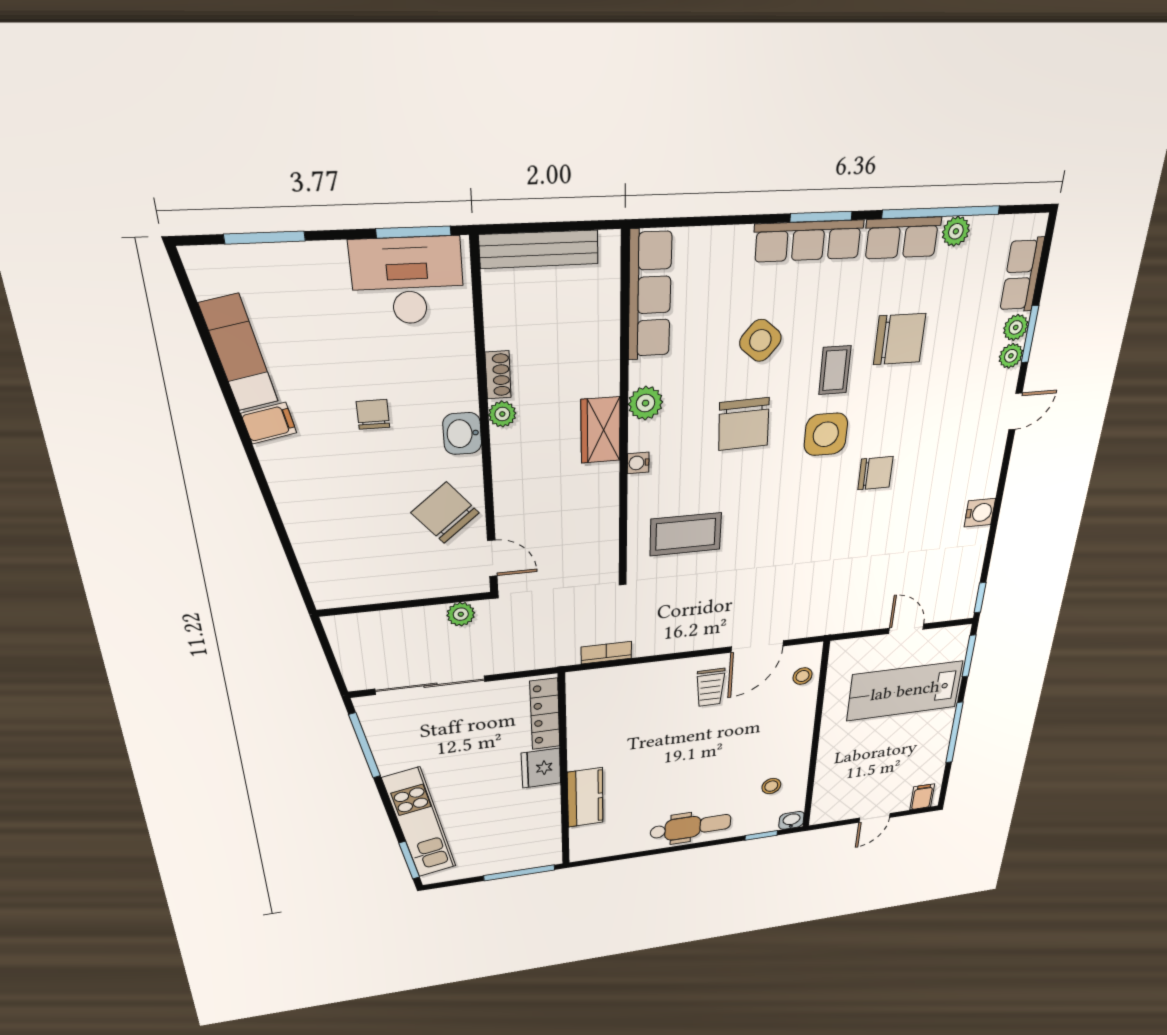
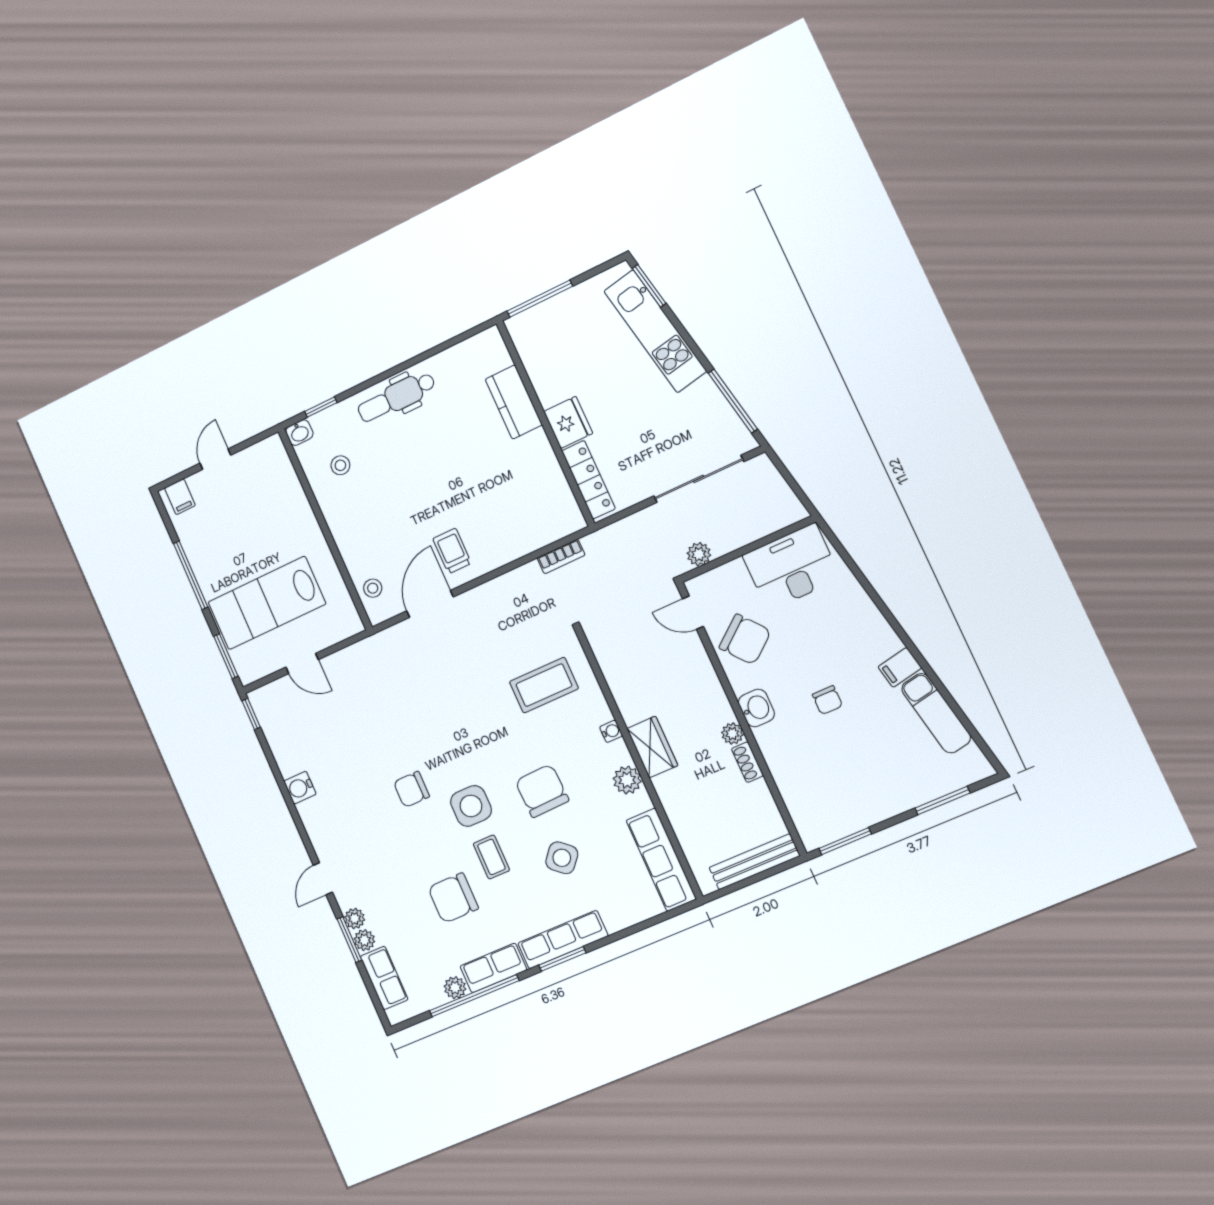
desk: (408, 281) -> (791, 567), moved, turned 180
lab bench: (905, 691) -> (267, 603), turned 180

